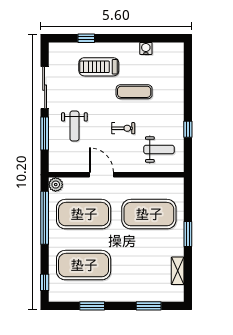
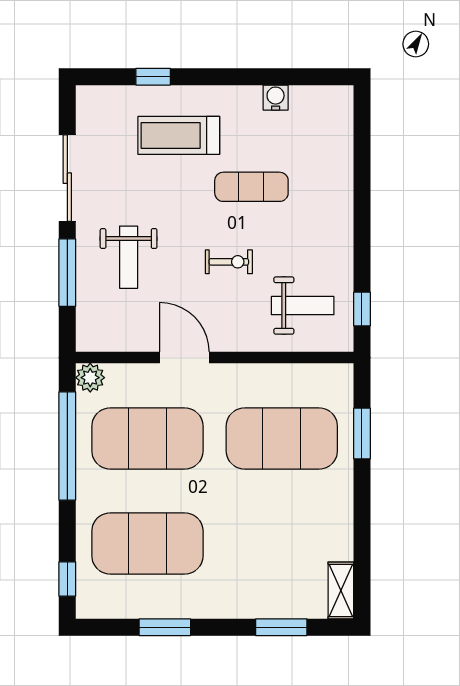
window: (188, 129) -> (362, 309), moved
window: (188, 234) -> (362, 434), moved
shelving: (178, 271) -> (341, 590), moved

